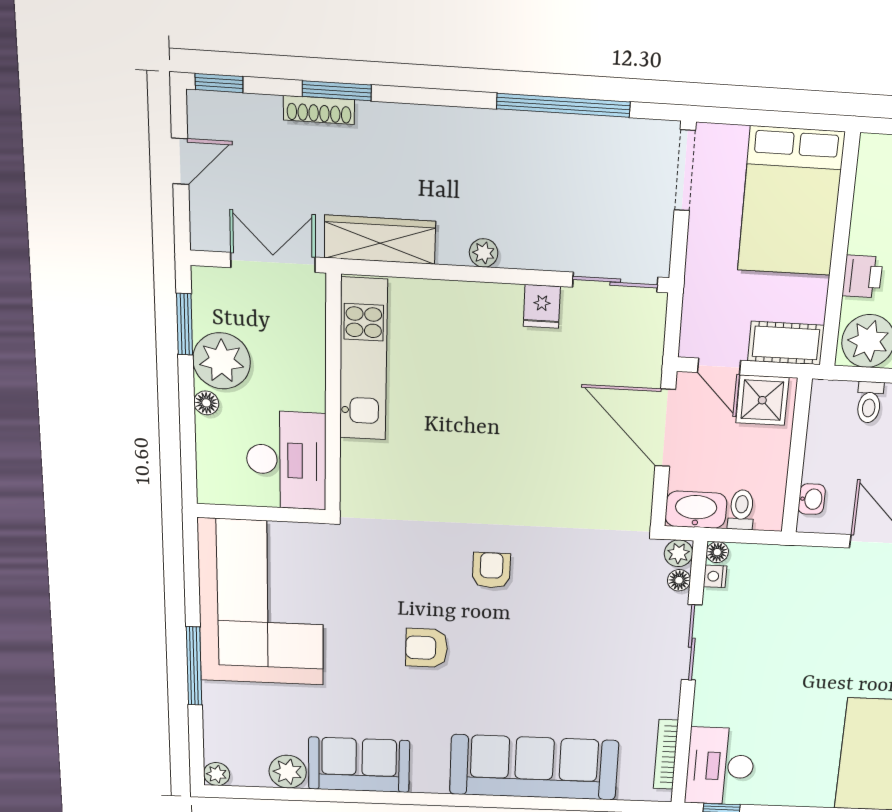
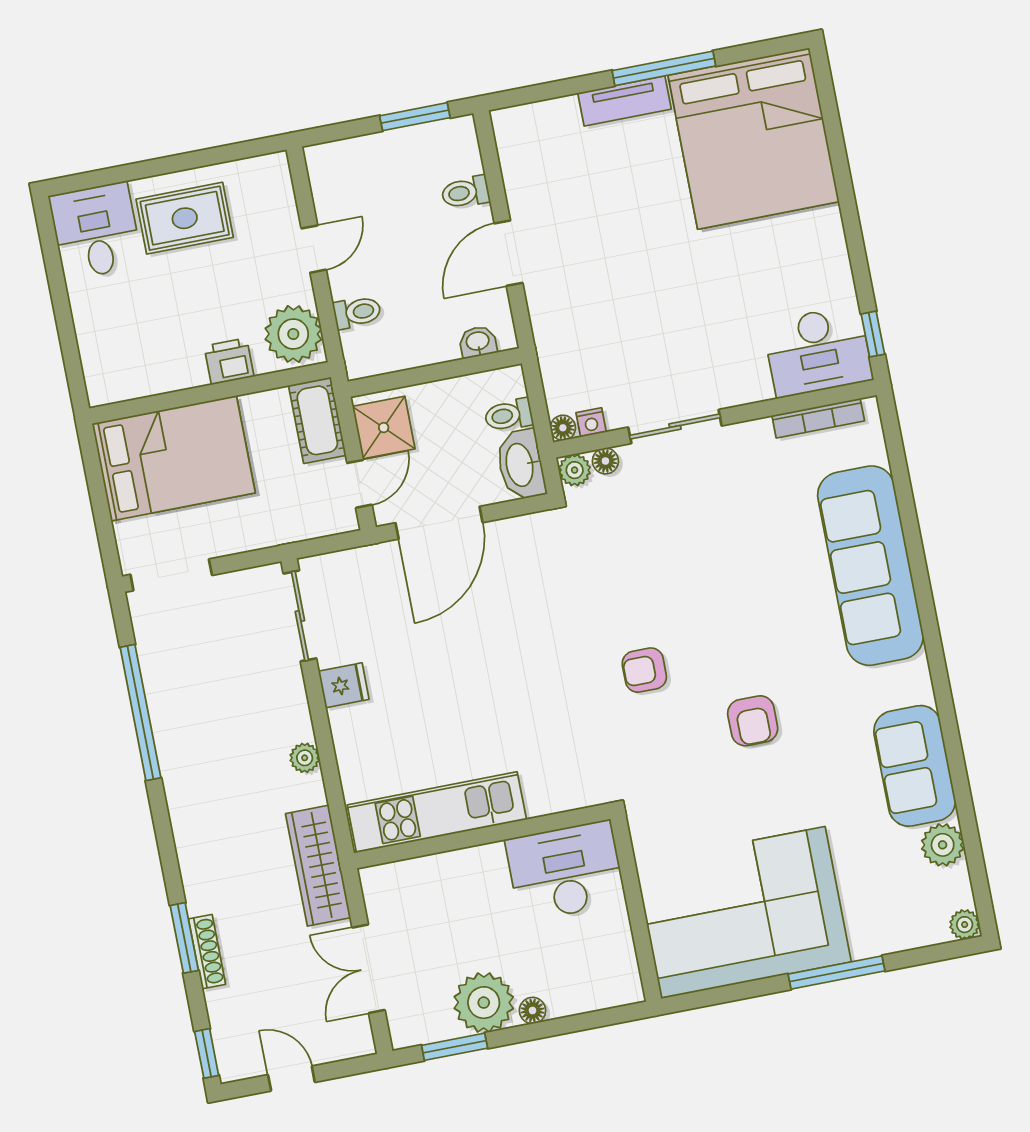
kitchen unit: (363, 359) -> (437, 812), moved
wall: (333, 395) -> (482, 836), moved
desk: (286, 460) -> (565, 871), moved

